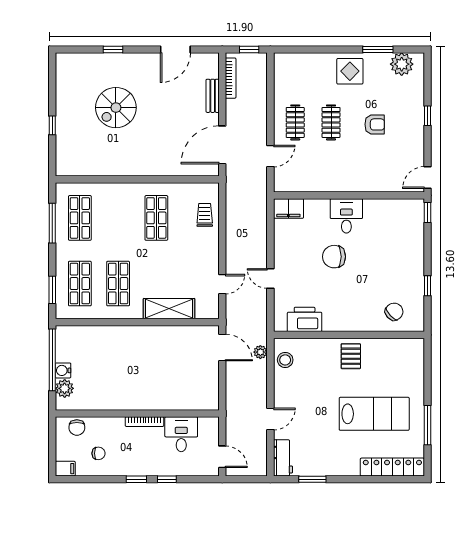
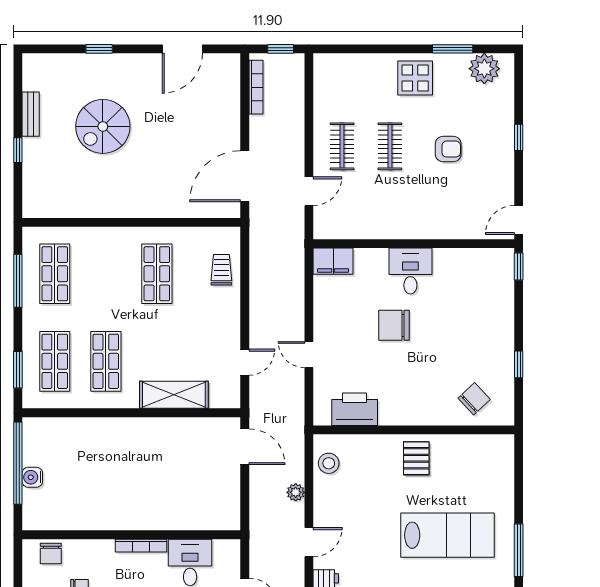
bench: (213, 96) -> (31, 114), moved
plant: (260, 352) -> (296, 492), moved
plant: (65, 388) -> (34, 501), removed

